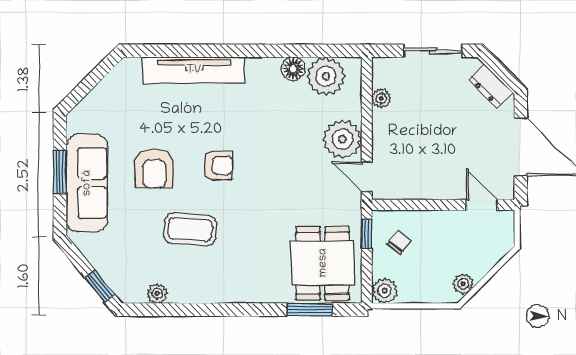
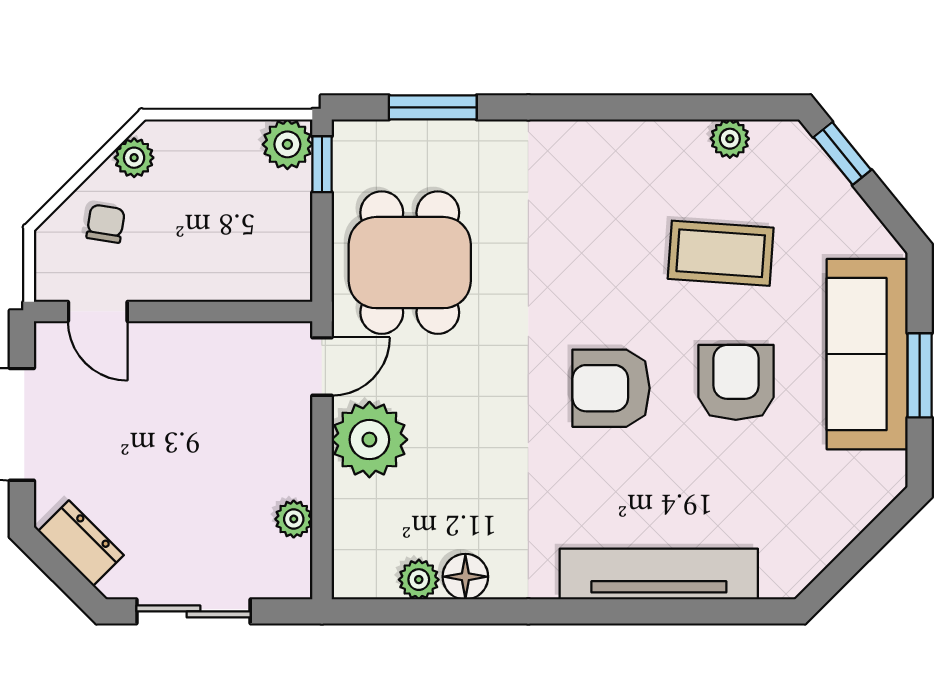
plant: (326, 76) -> (419, 580), width x0.53, depth x0.53
armchair: (218, 165) -> (611, 388), width x1.38, depth x1.38
door: (367, 177) -> (322, 367), hinge flipped
coffee table: (190, 230) -> (721, 253), moved
window: (367, 234) -> (322, 164), moved
chair: (399, 242) -> (106, 224), moved, turned 150
dining table: (323, 263) -> (410, 263), moved

